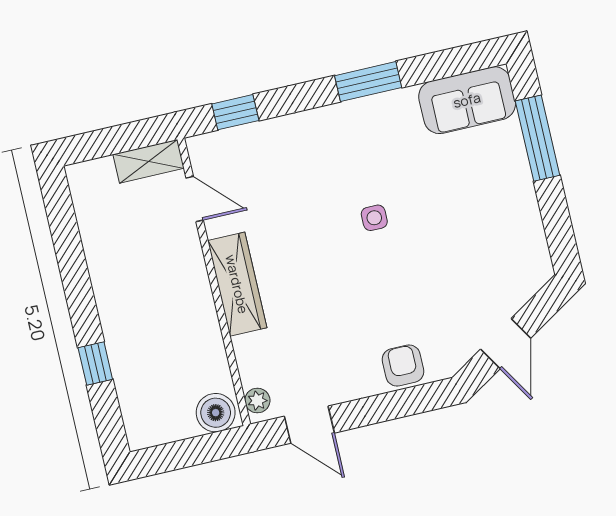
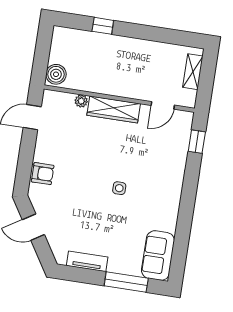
window: (368, 82) -> (186, 211), removed
shelving: (149, 161) -> (193, 72), moved
tv unit: (528, 223) -> (87, 261), added
plant: (257, 401) -> (81, 101), moved

